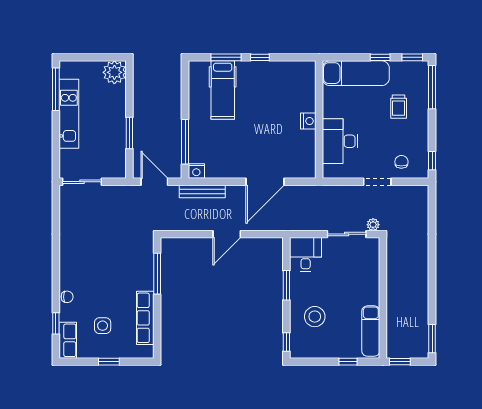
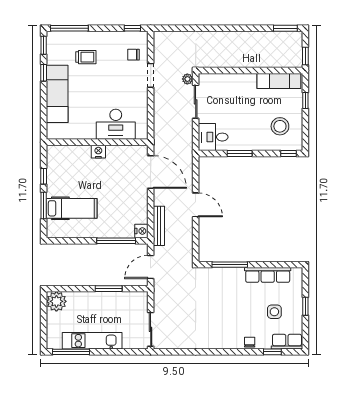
wall: (319, 120) -> (97, 142), moved
nightstand: (308, 121) -> (98, 152), moved
desk: (340, 141) -> (116, 124), moved
stool: (315, 317) -> (280, 126), moved

